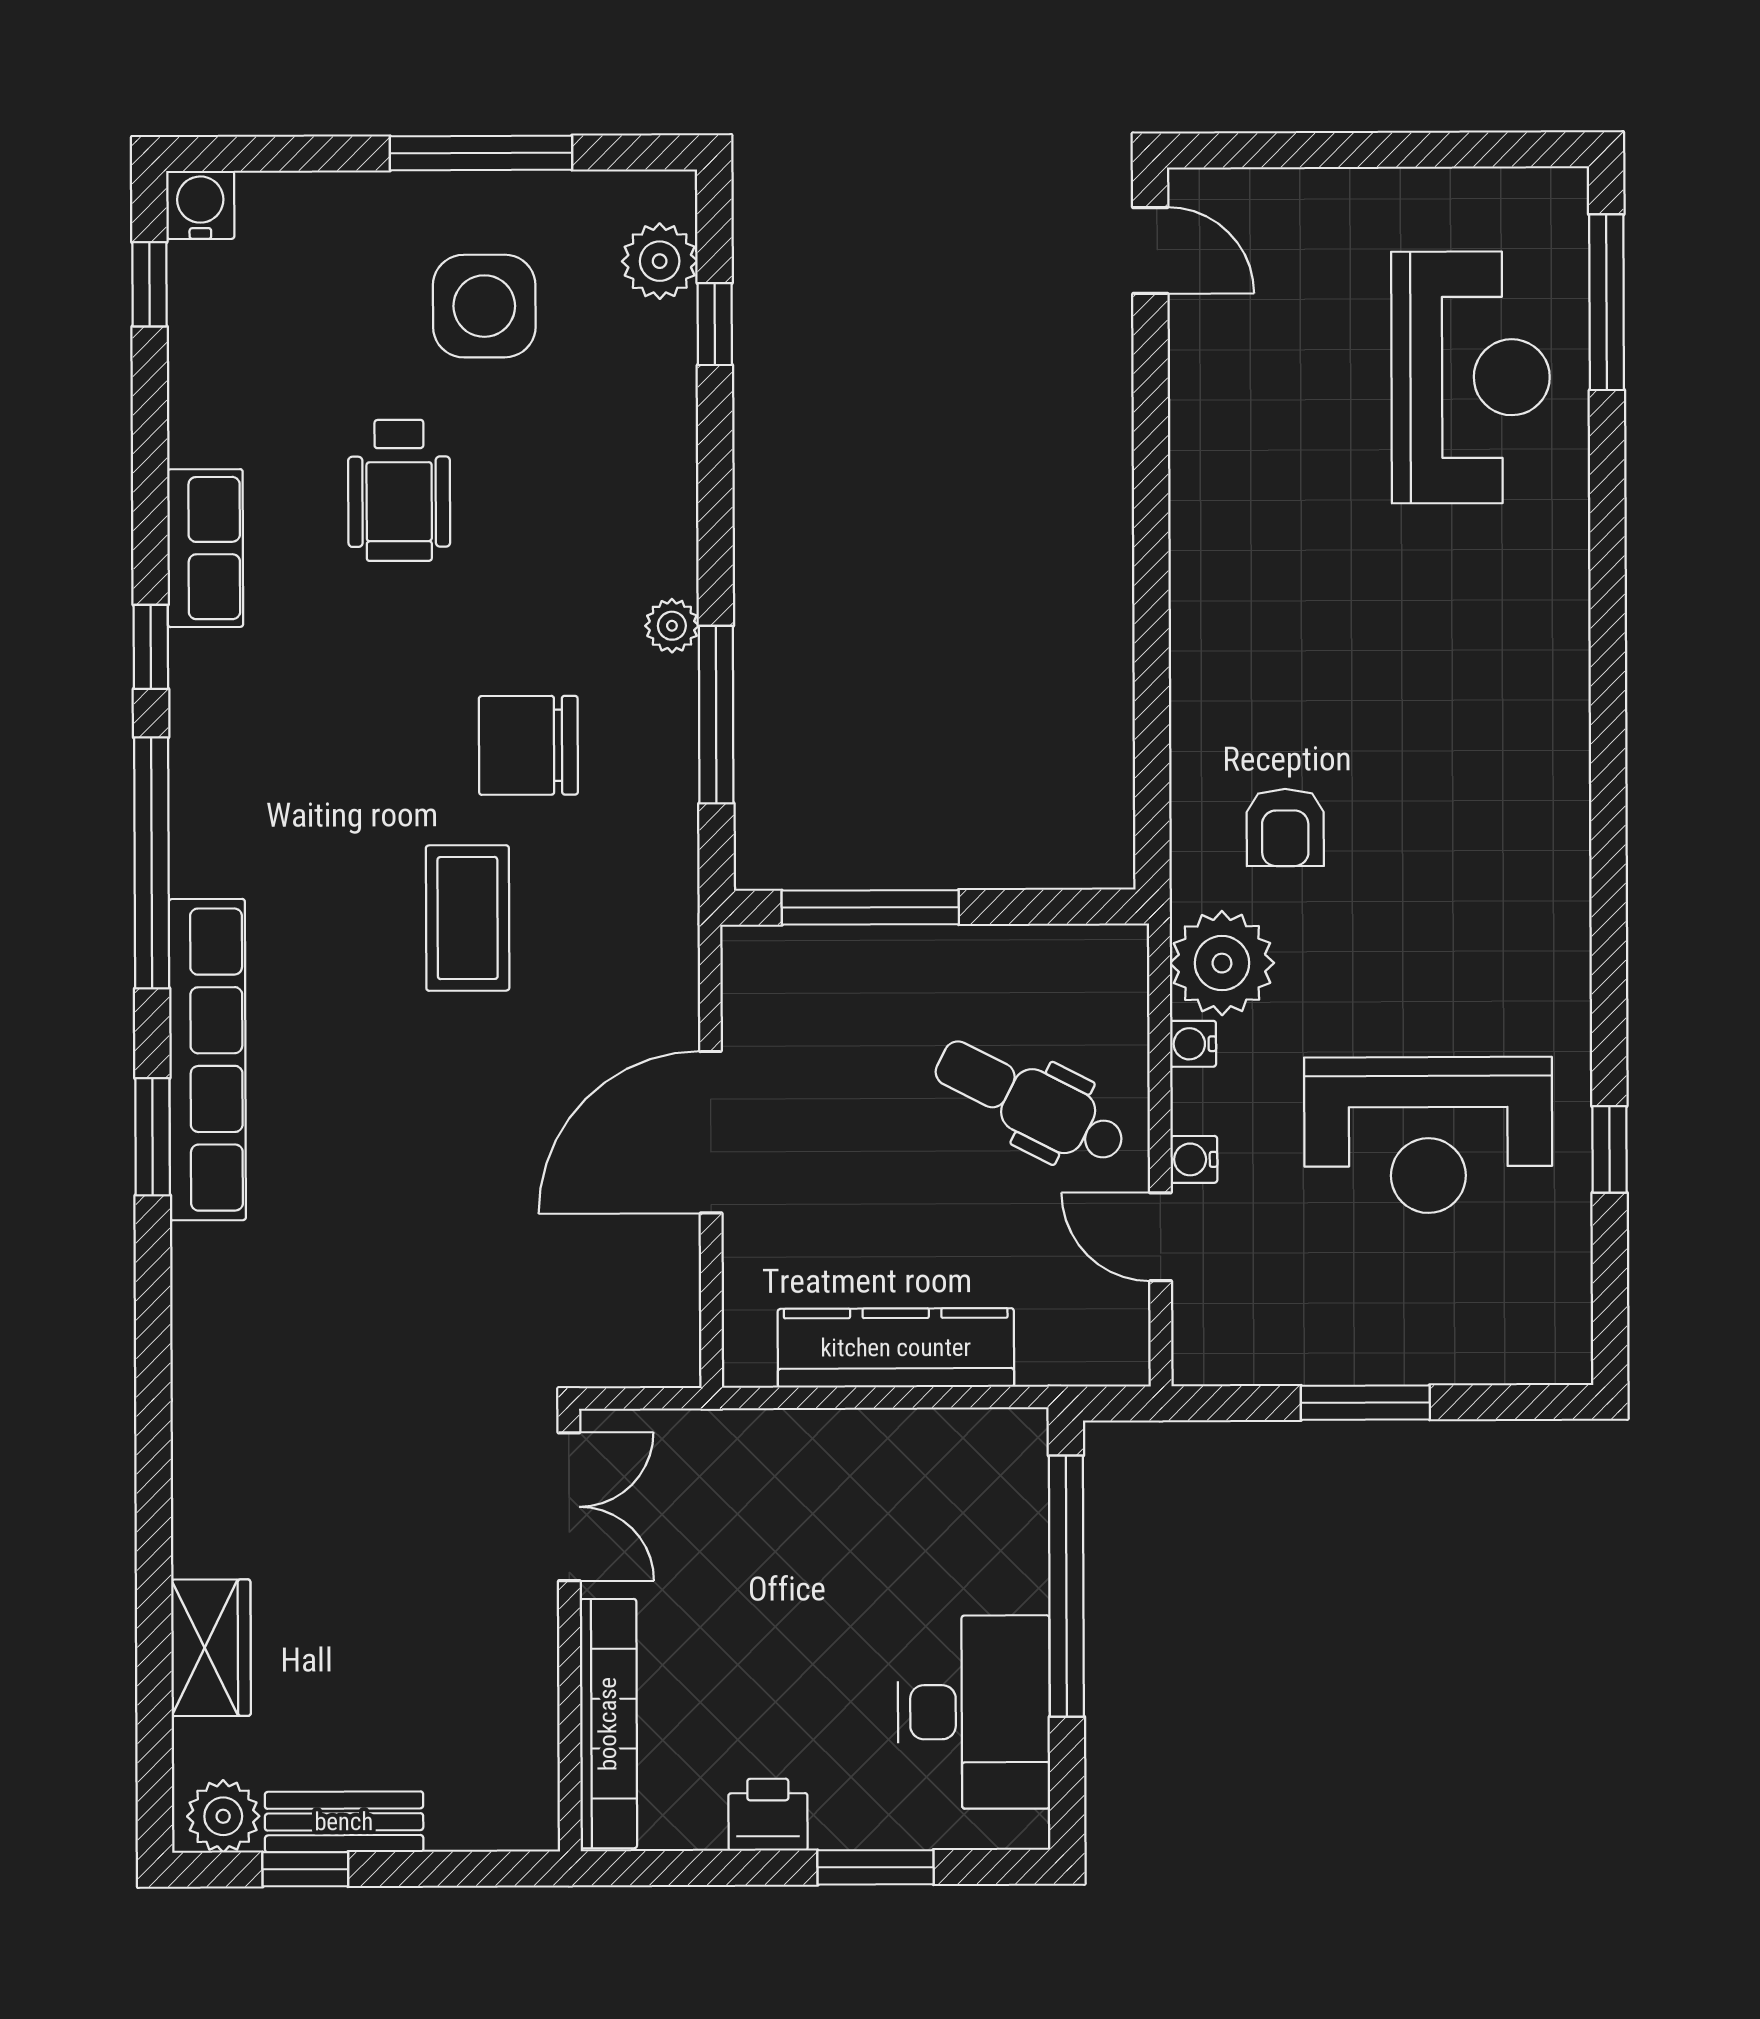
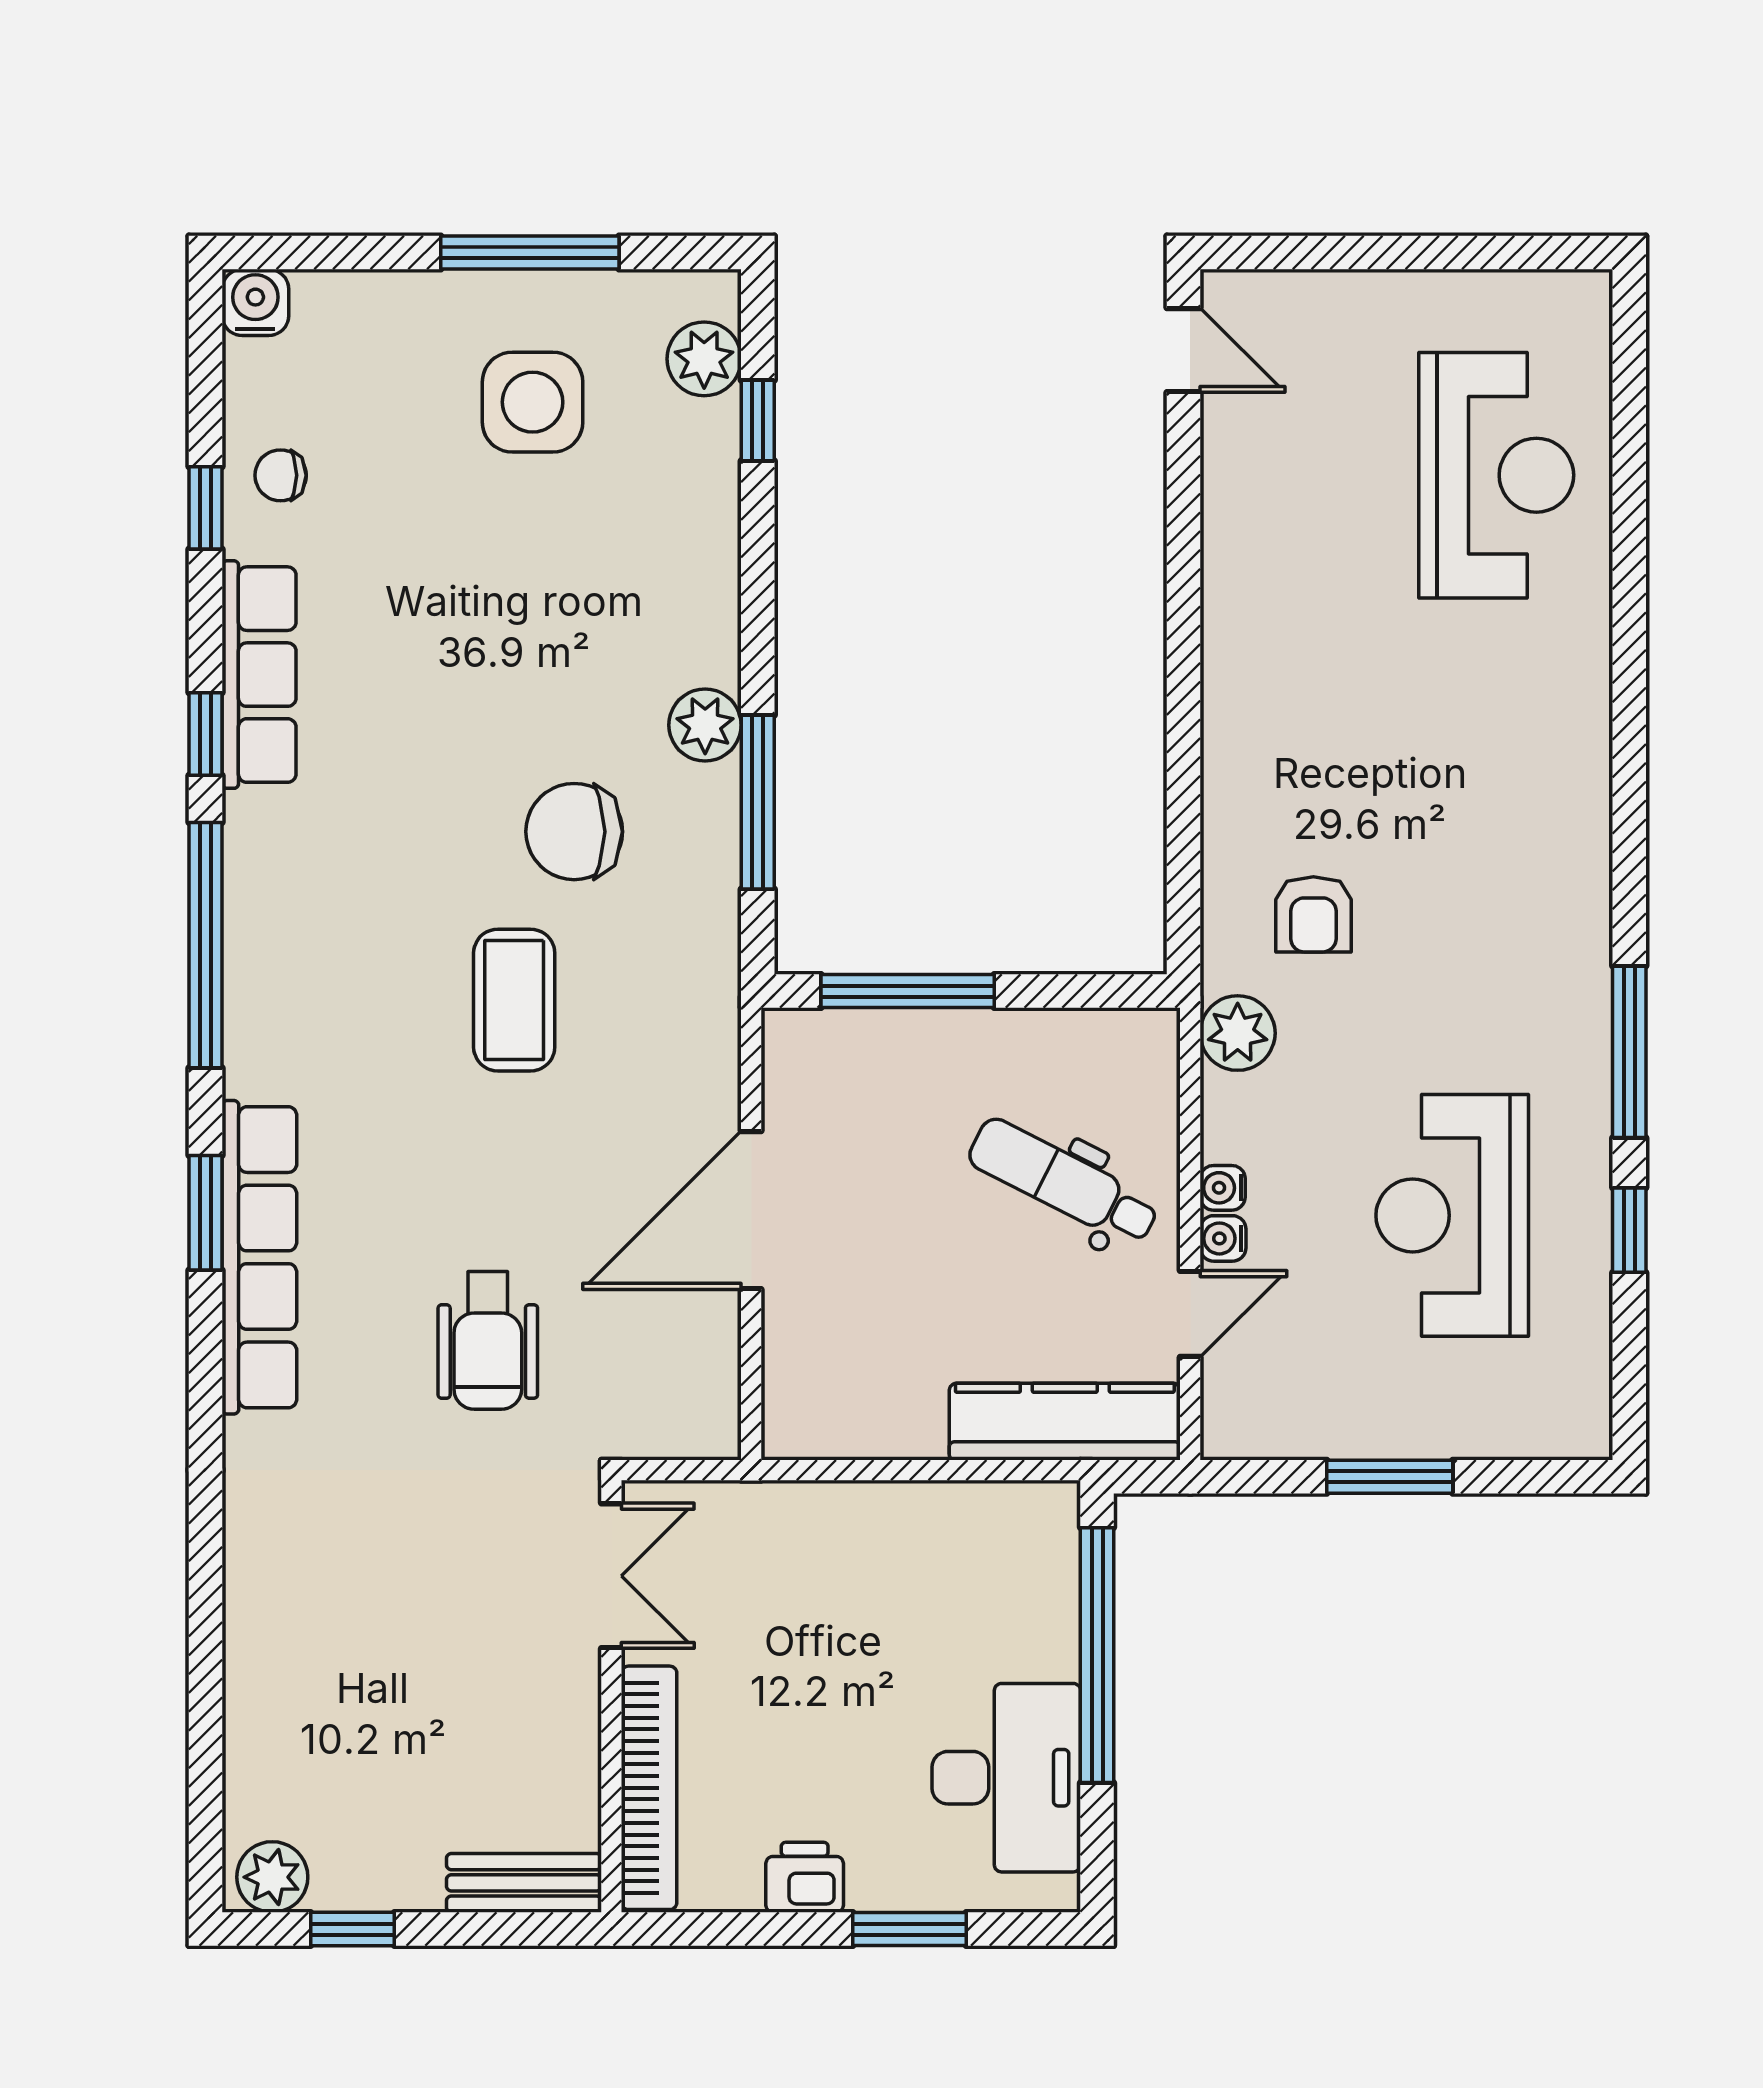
window: (150, 284) -> (206, 508), moved
window: (1607, 302) -> (1629, 1052), moved
chair: (227, 382) -> (281, 475), added
wheelchair: (399, 490) -> (488, 1340), moved
row of seats: (205, 548) -> (259, 675), width x1.48
plant: (672, 626) -> (705, 725), width x1.38, depth x1.38
plant: (1222, 963) -> (1238, 1033), width x0.73, depth x0.73
water cooler: (1193, 1044) -> (1223, 1188), moved
row of seats: (207, 1060) -> (259, 1257), moved
reception desk: (1428, 1135) -> (1452, 1215), turned 90
door: (1160, 1237) -> (1190, 1314), swing flipped
kitchen counter: (896, 1348) -> (1065, 1422), moved
wardrobe: (211, 1648) -> (261, 1712), removed
bench: (344, 1822) -> (524, 1883), moved

